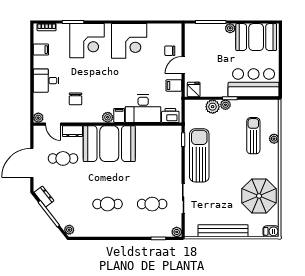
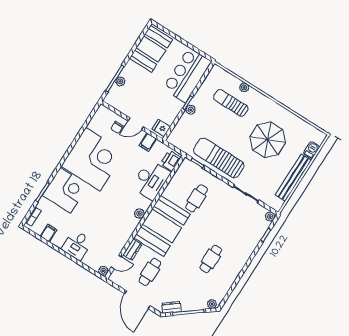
plant: (230, 28) -> (120, 81), moved
corner desk: (129, 41) -> (93, 159), width x1.36, depth x1.36
door: (183, 65) -> (136, 124), hinge flipped
chair: (76, 99) -> (107, 230), removed
plant: (213, 107) -> (186, 121), removed
filing cabinet: (119, 115) -> (144, 203), removed
parasol: (259, 196) -> (268, 140), moved
cafe table: (152, 204) -> (197, 198), moved
barbecue: (271, 231) -> (312, 150), moved

